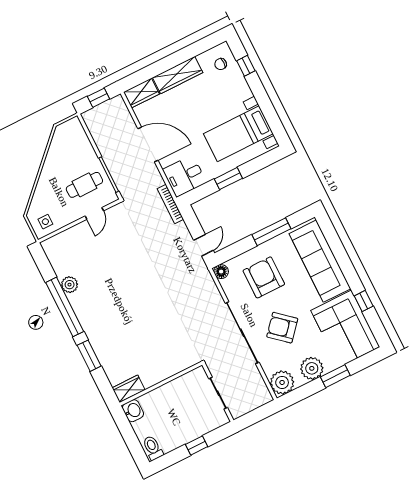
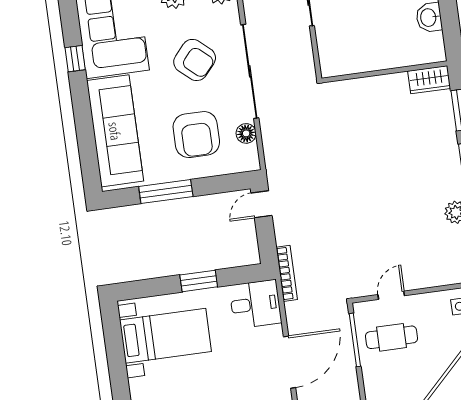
door: (148, 144) -> (290, 362), swing flipped
floor lamp: (221, 272) -> (246, 133), moved
wall: (161, 384) -> (384, 72), moved
wardrobe: (129, 389) -> (429, 80), moved

